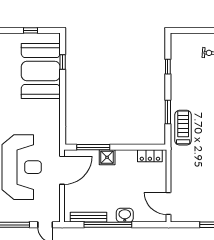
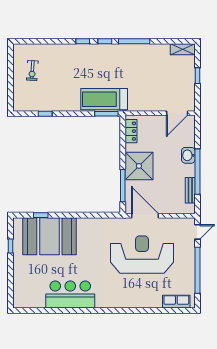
window: (168, 112) -> (106, 114), moved
treadmill: (183, 128) -> (104, 99), width x1.37, depth x1.38
shower: (107, 157) -> (139, 166), width x1.86, depth x1.86
bench: (88, 217) -> (190, 190), width x0.73

